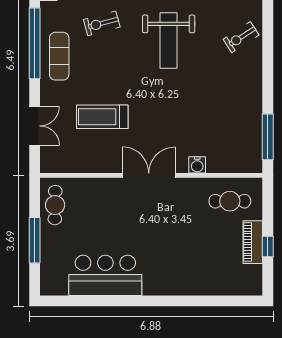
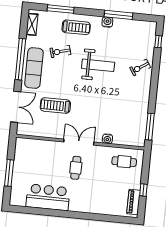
weight bench: (169, 41) -> (98, 65), turned -90
exercise mat: (59, 56) -> (34, 68), width x1.36, depth x1.45
double door: (35, 126) -> (16, 107), width x1.37
cafe table: (55, 205) -> (76, 168), moved
piano: (253, 242) -> (134, 202), moved

